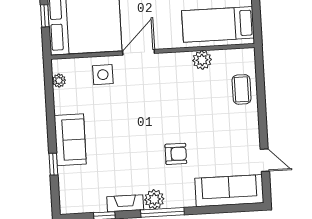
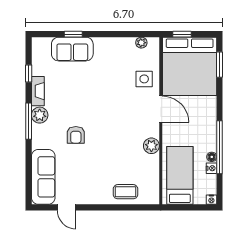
window: (45, 16) -> (182, 34), moved
plant: (202, 60) -> (151, 146), moved
sofa: (70, 140) -> (72, 49), moved
door: (265, 160) -> (67, 207), hinge flipped

